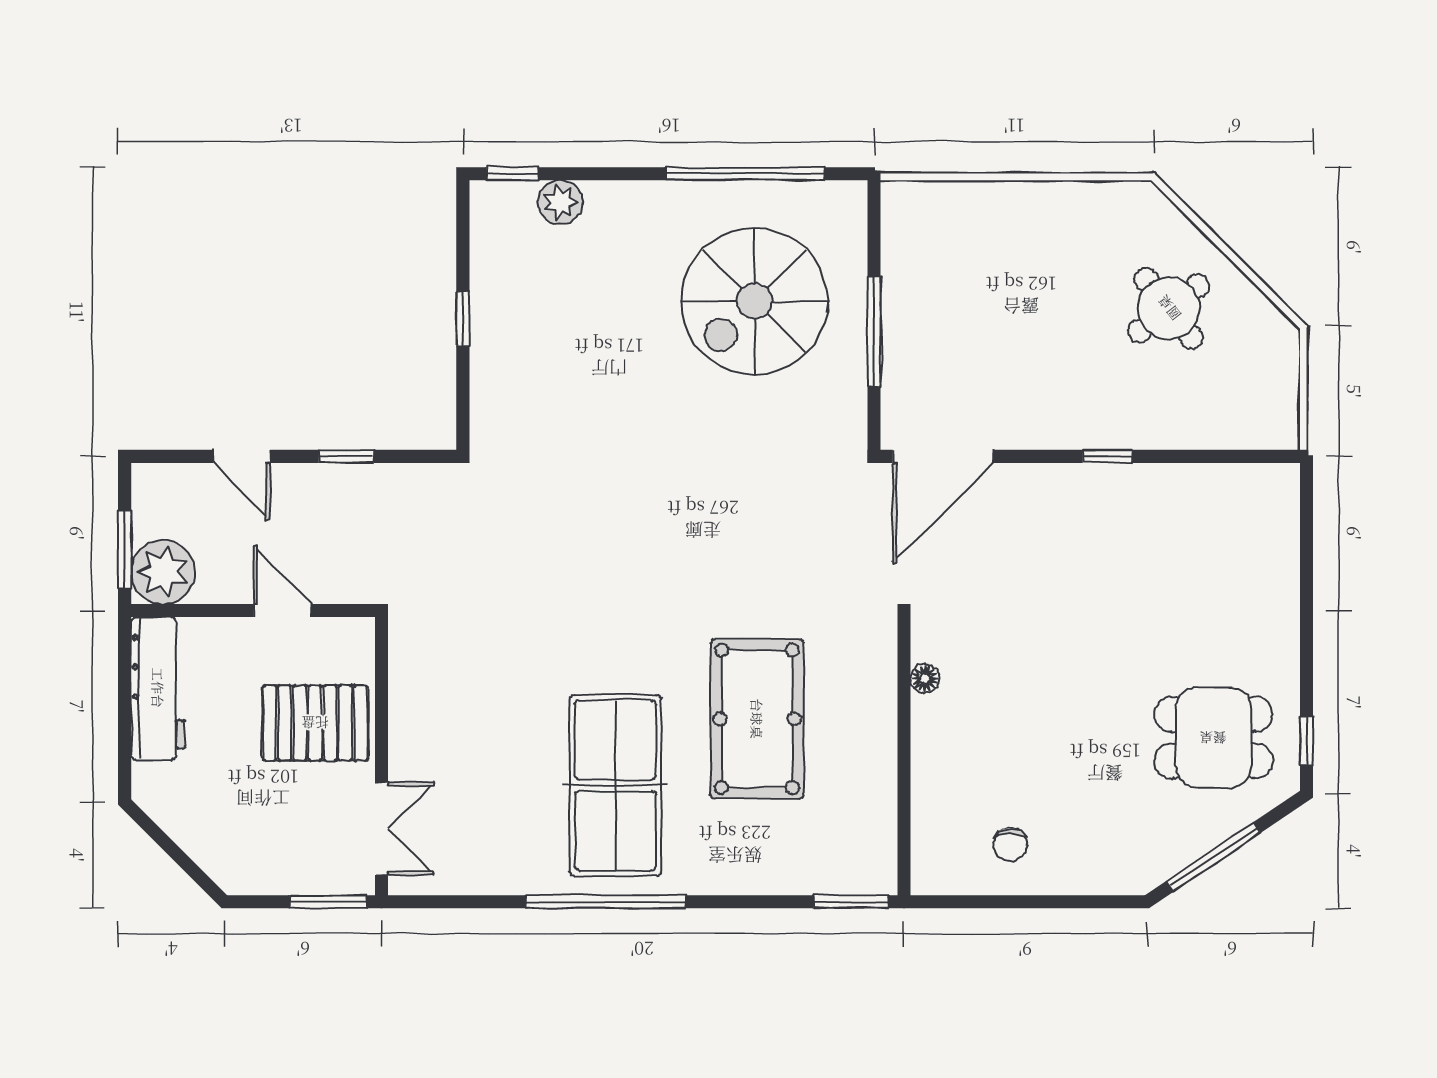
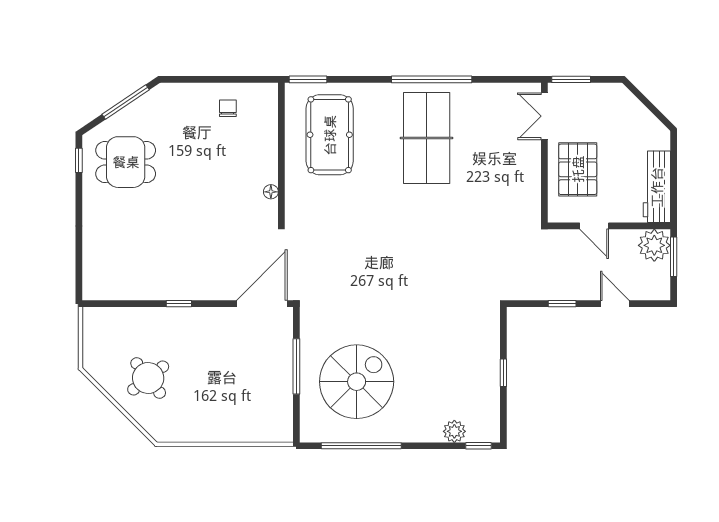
pool table: (757, 719) -> (330, 135), moved
pallet: (315, 723) -> (578, 169), turned 90

